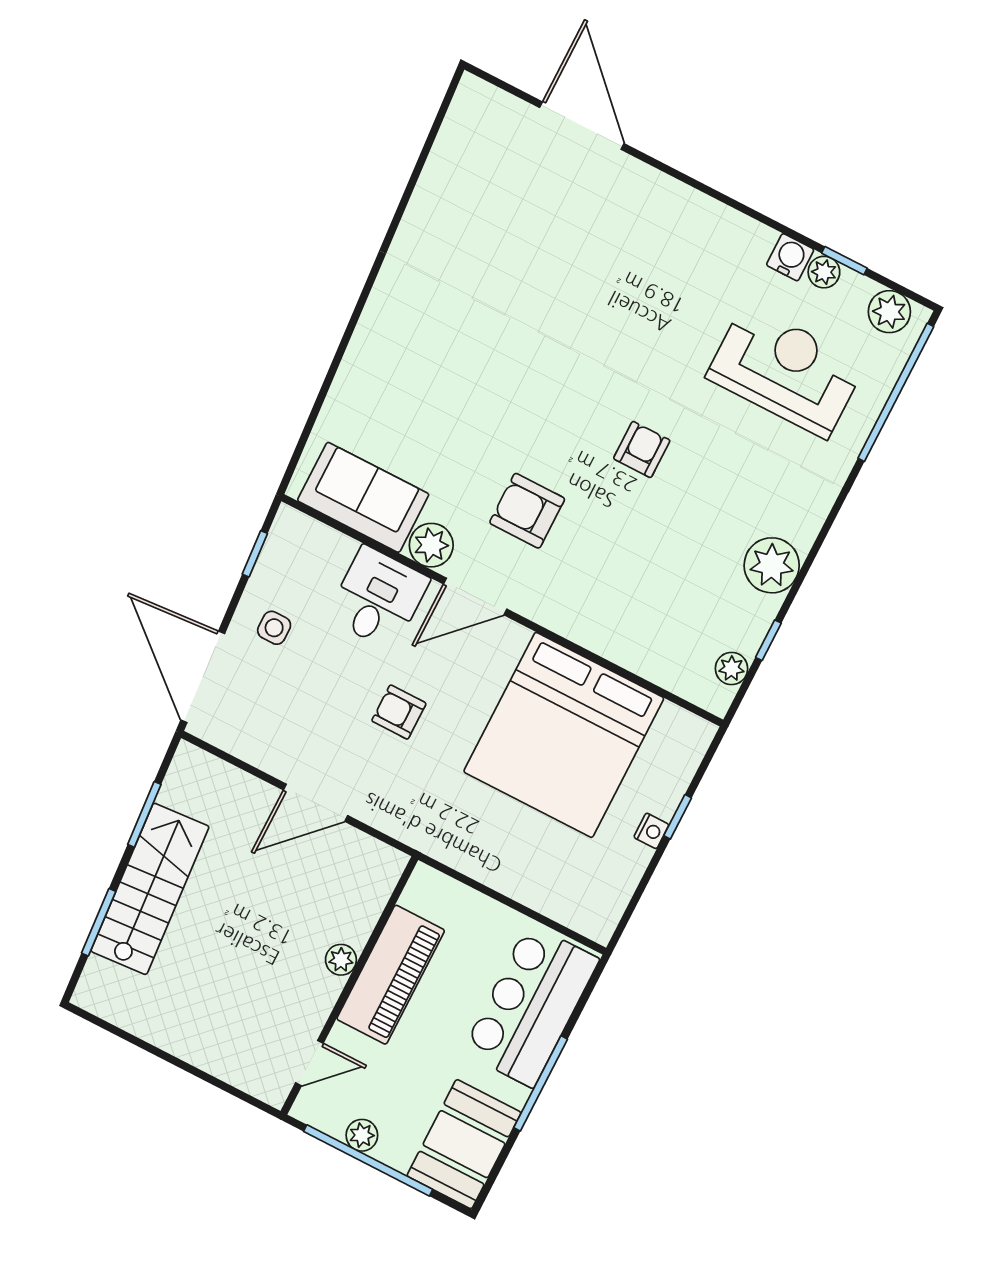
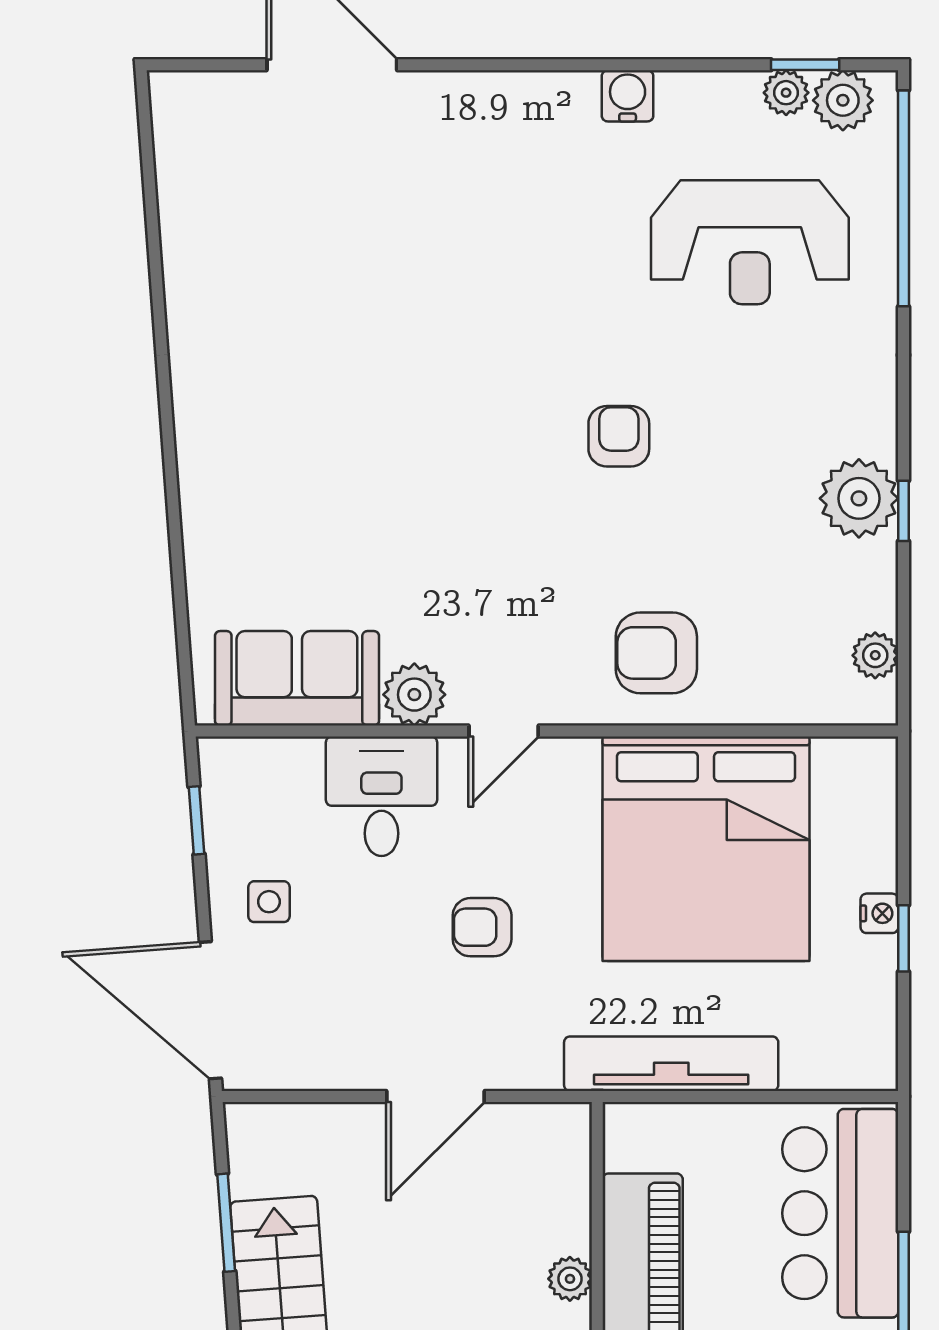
water cooler: (790, 257) -> (628, 96), moved
window: (844, 261) -> (805, 65), moved
plant: (824, 272) -> (786, 93), moved
reception desk: (786, 370) -> (750, 242), turned 180
armchair: (527, 511) -> (656, 653), moved
door: (475, 597) -> (504, 731), width x0.73
window: (768, 640) -> (904, 511), moved
window: (678, 817) -> (904, 938), moved
tv unit: (473, 858) -> (671, 1064), added

